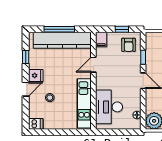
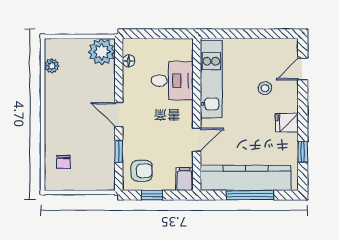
armchair: (129, 45) -> (142, 171), turned 90
door: (26, 89) -> (303, 69), moved
desk: (109, 107) -> (172, 81), width x0.73
dishwasher: (36, 124) -> (287, 47), removed

